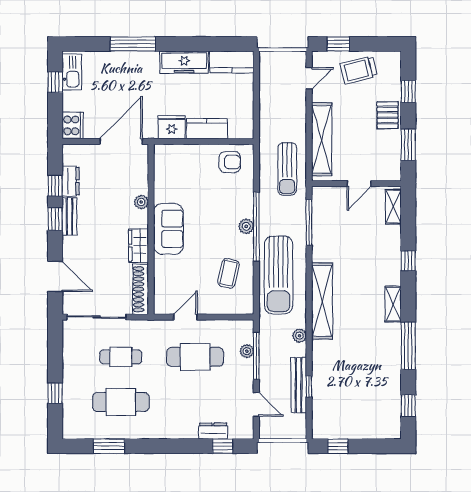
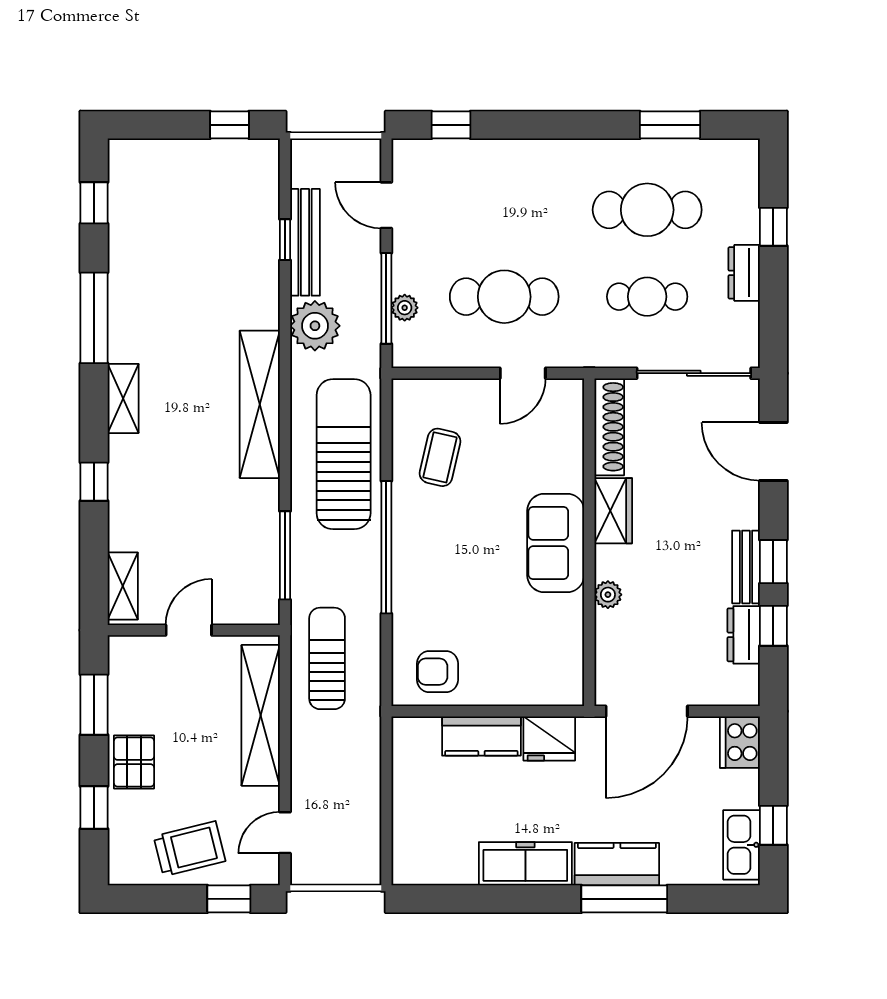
kitchen counter: (232, 62) -> (617, 864), moved
plant: (246, 226) -> (406, 548), removed
plant: (299, 336) -> (315, 326), width x1.87, depth x1.87
dresser: (213, 431) -> (744, 273), moved, turned 90

